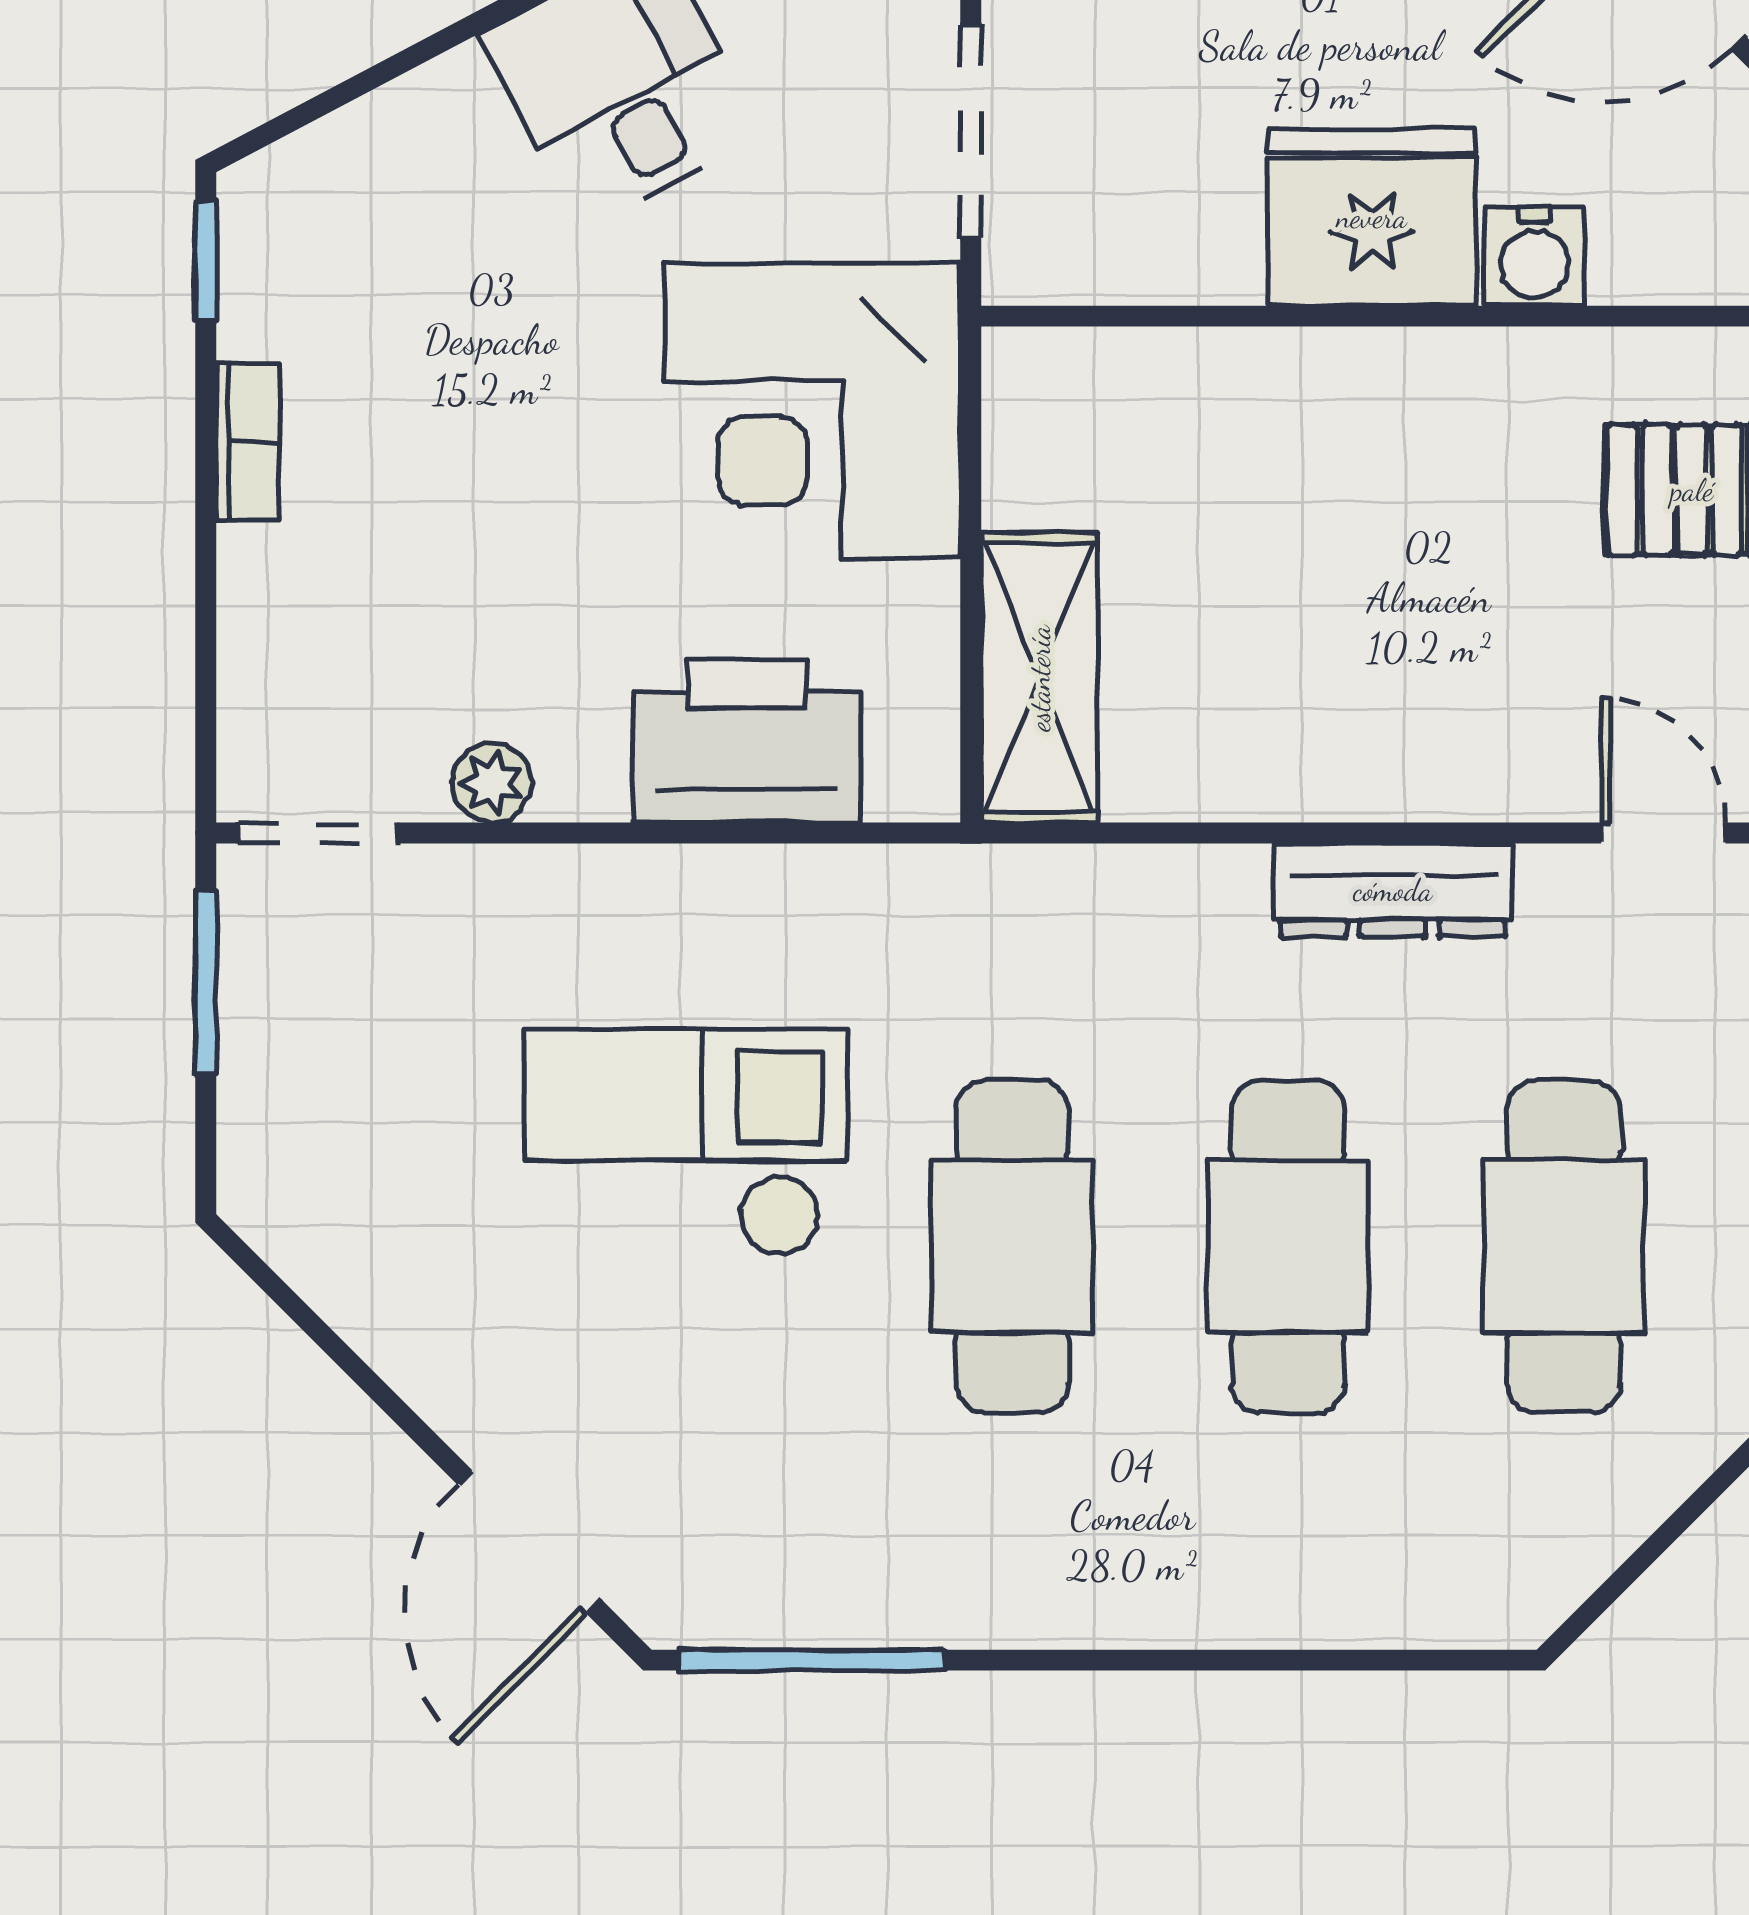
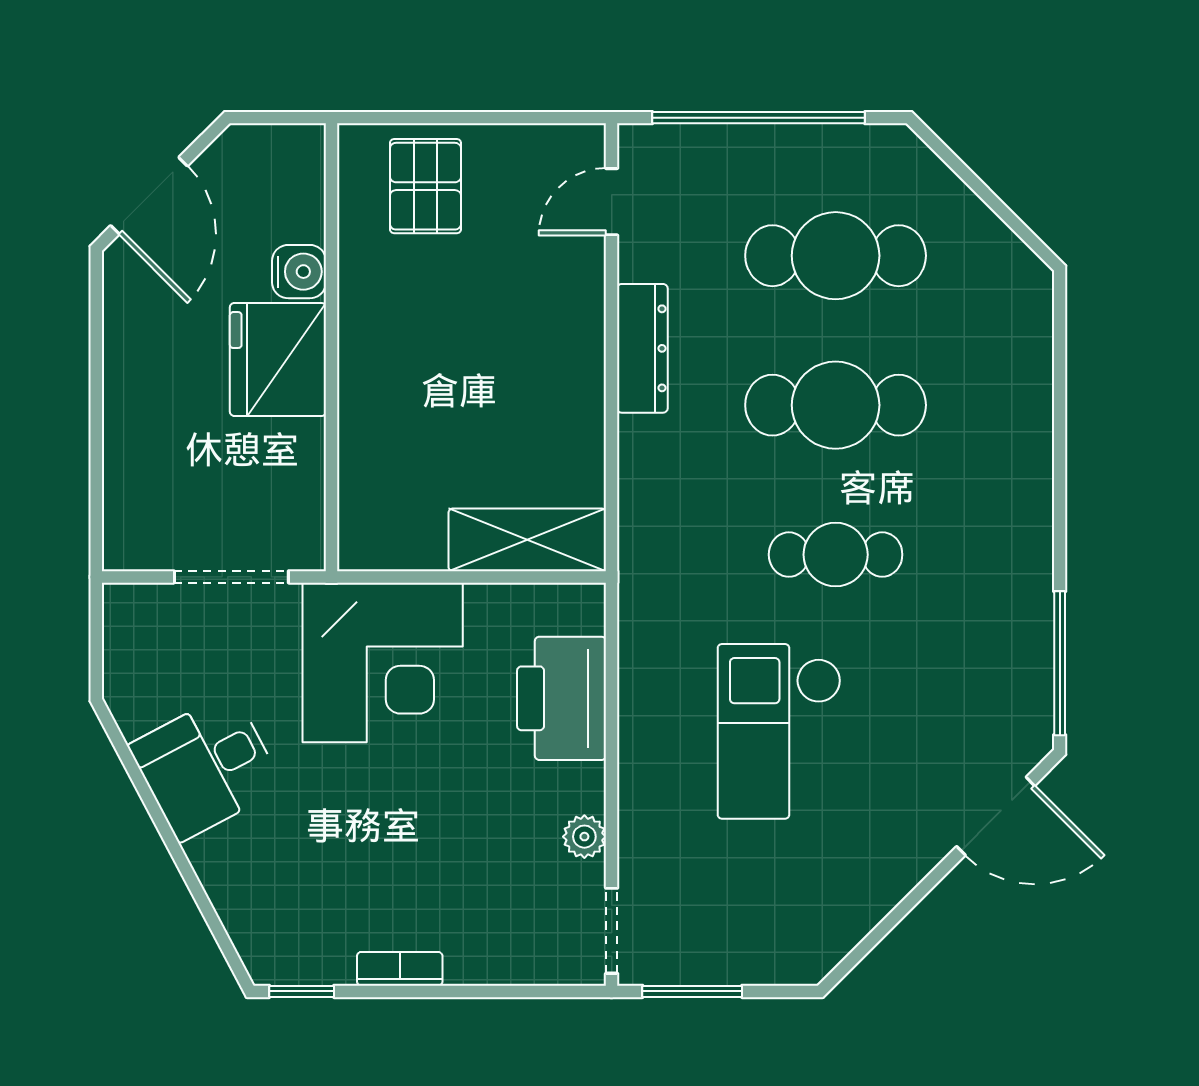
cafe table: (1012, 1247) -> (836, 555), width x0.73, depth x0.74

